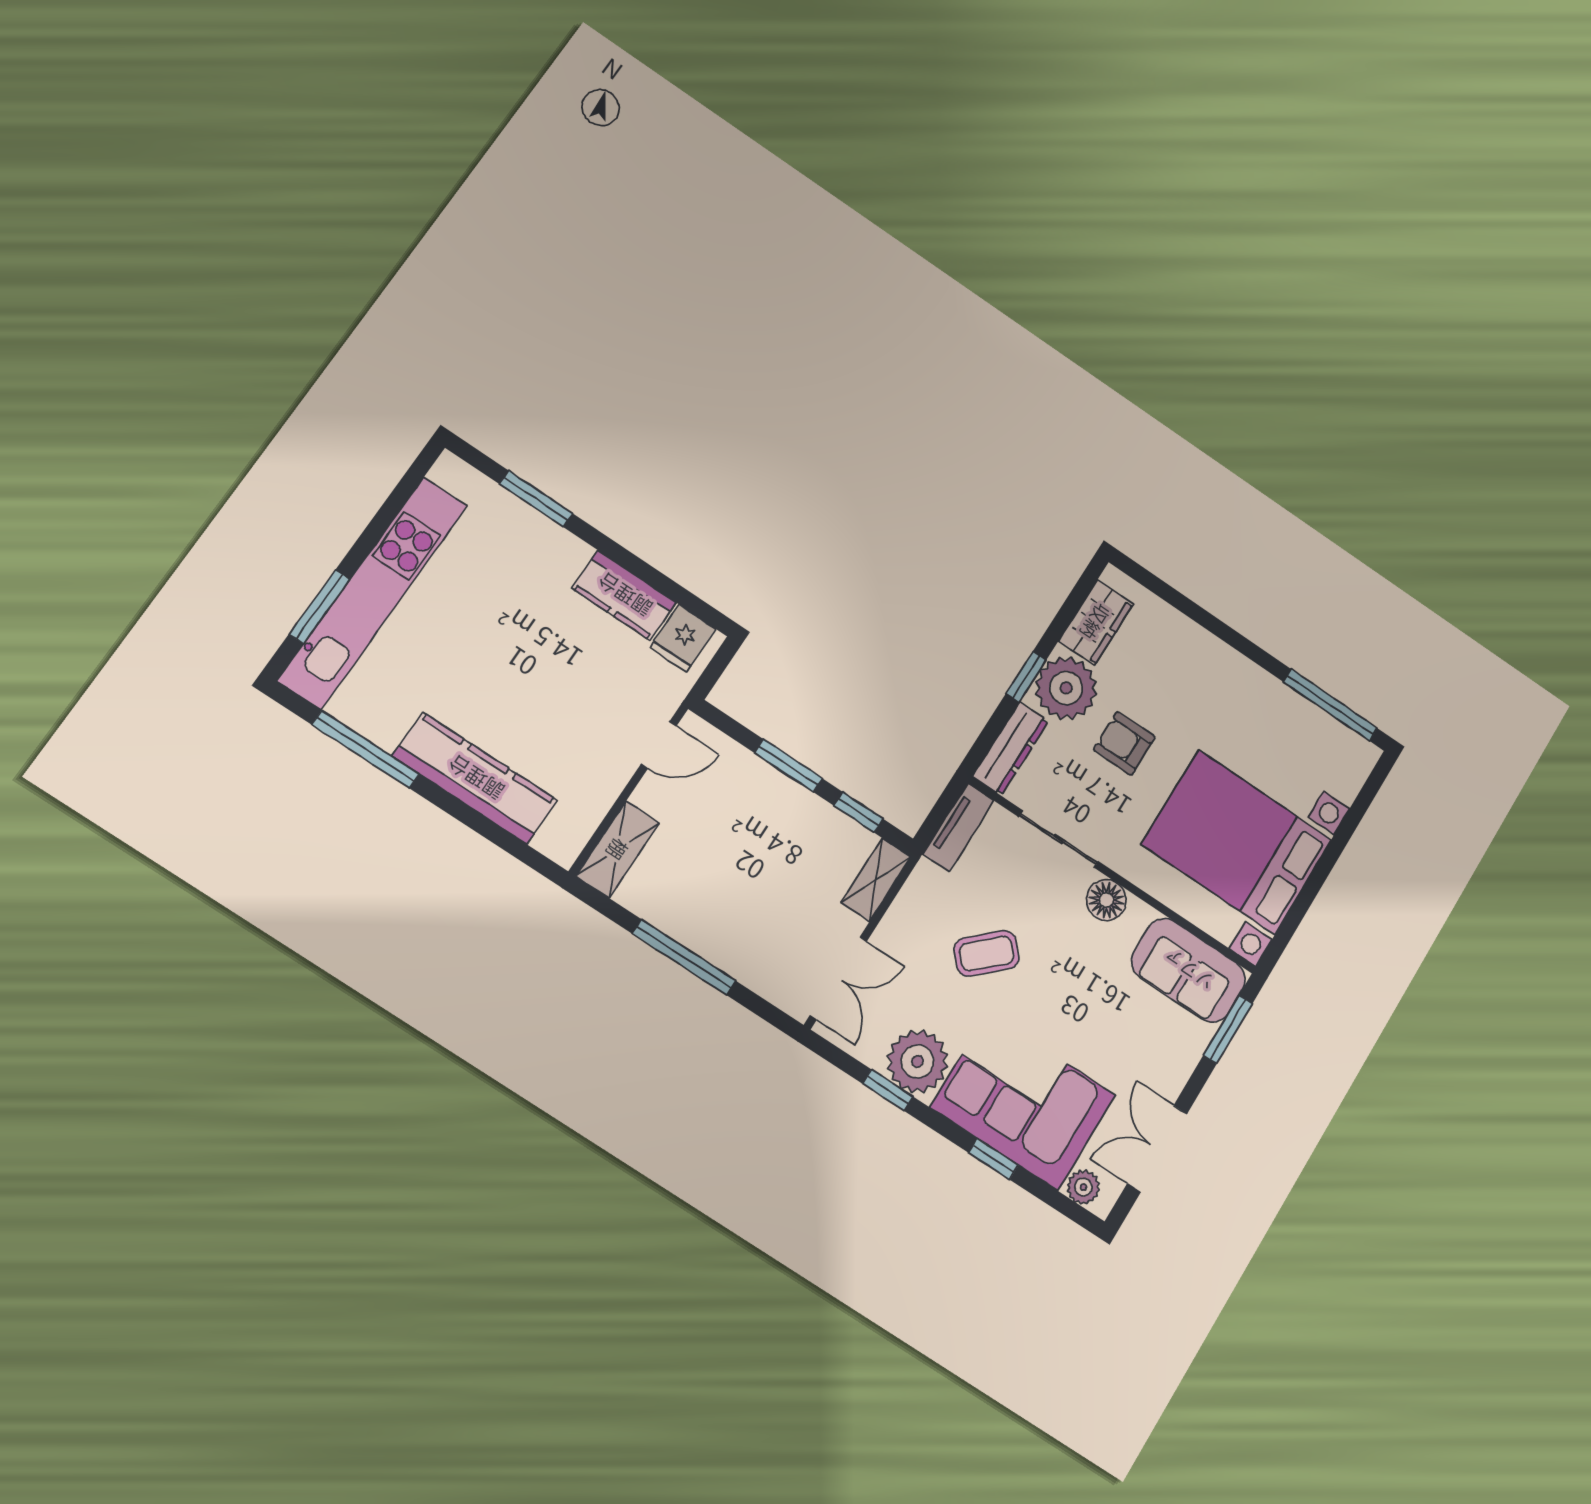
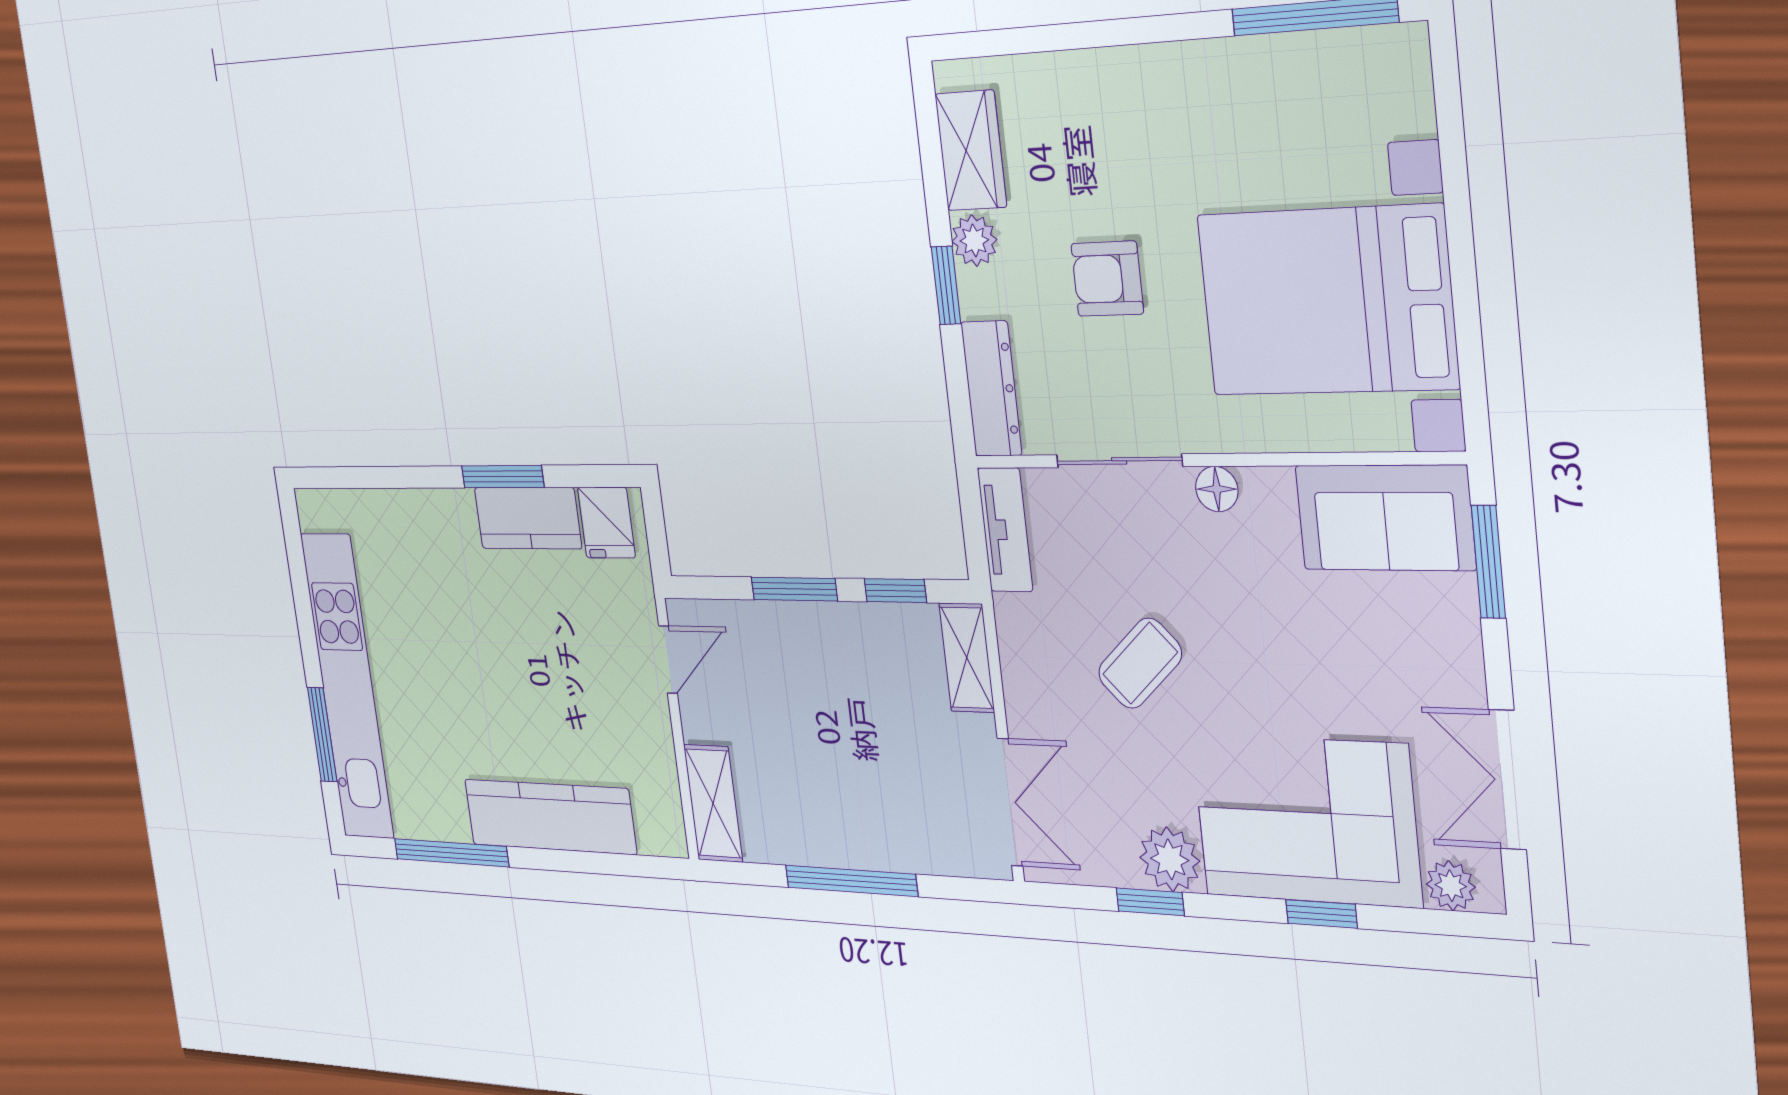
window: (536, 499) -> (503, 477), moved
plant: (1066, 688) -> (974, 240), width x0.53, depth x0.53
floor lamp: (1106, 900) -> (1217, 489), width x0.73, depth x0.73
plant: (917, 1061) -> (1170, 859), width x0.73, depth x0.73

